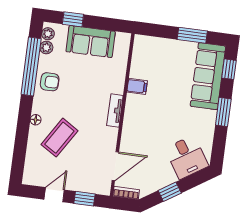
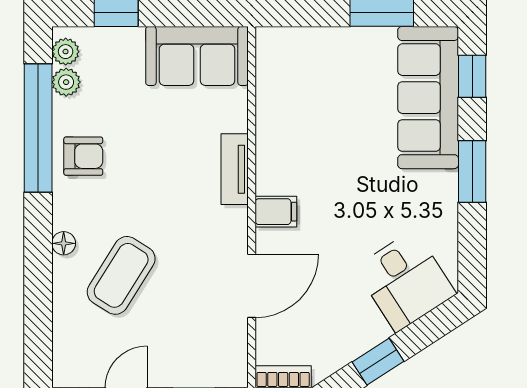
sofa: (91, 41) -> (197, 56), moved
filing cabinet: (137, 86) -> (276, 212), moved
tv unit: (115, 110) -> (235, 169), moved
door: (115, 166) -> (252, 286), moved

